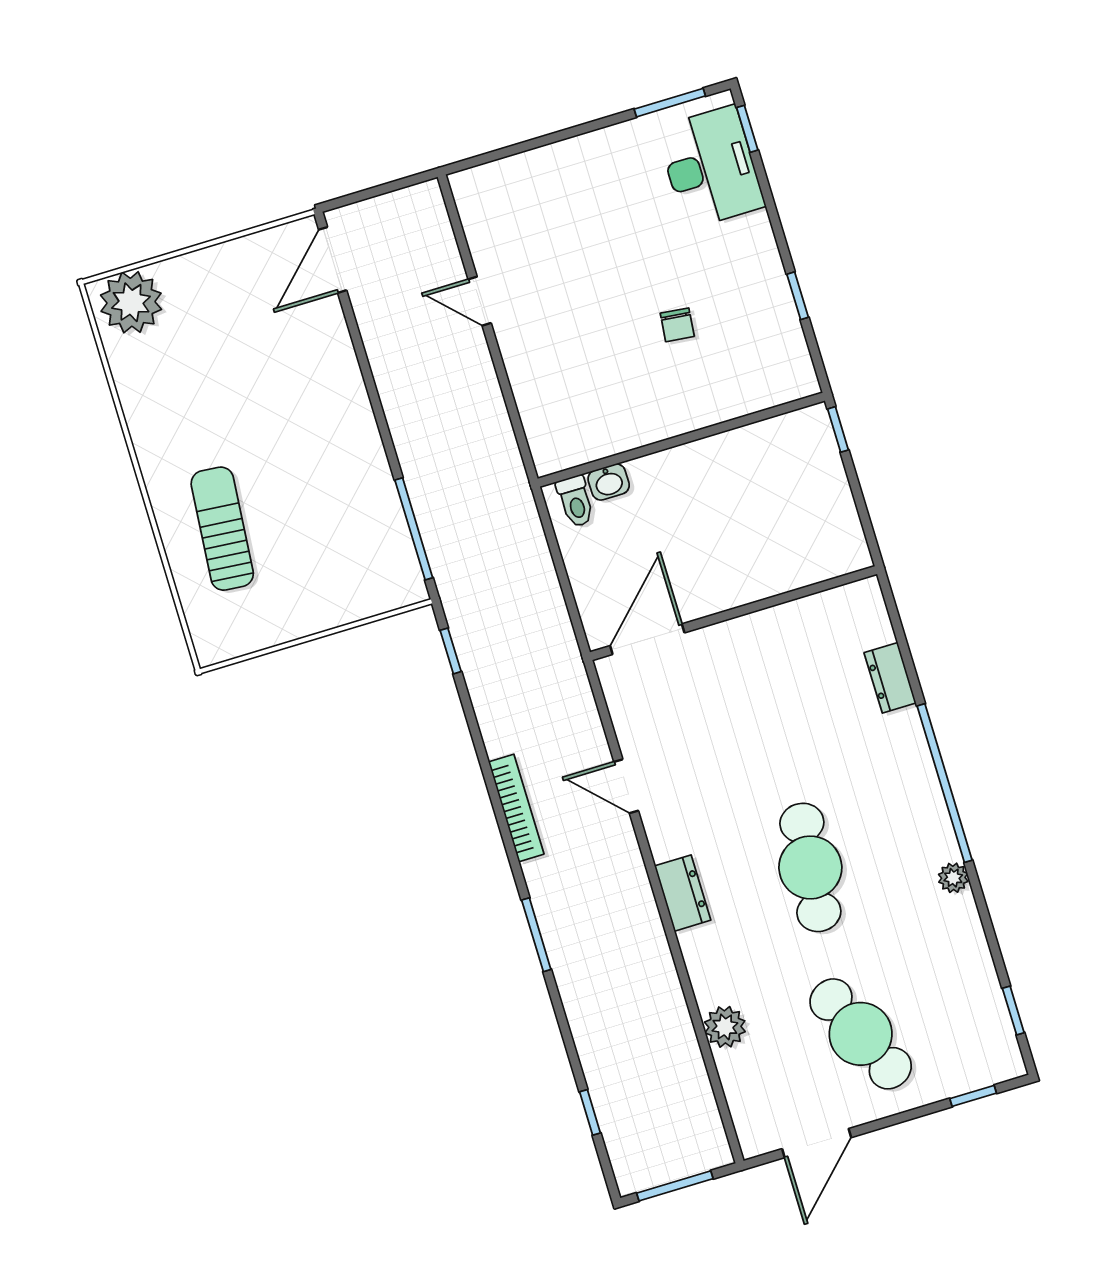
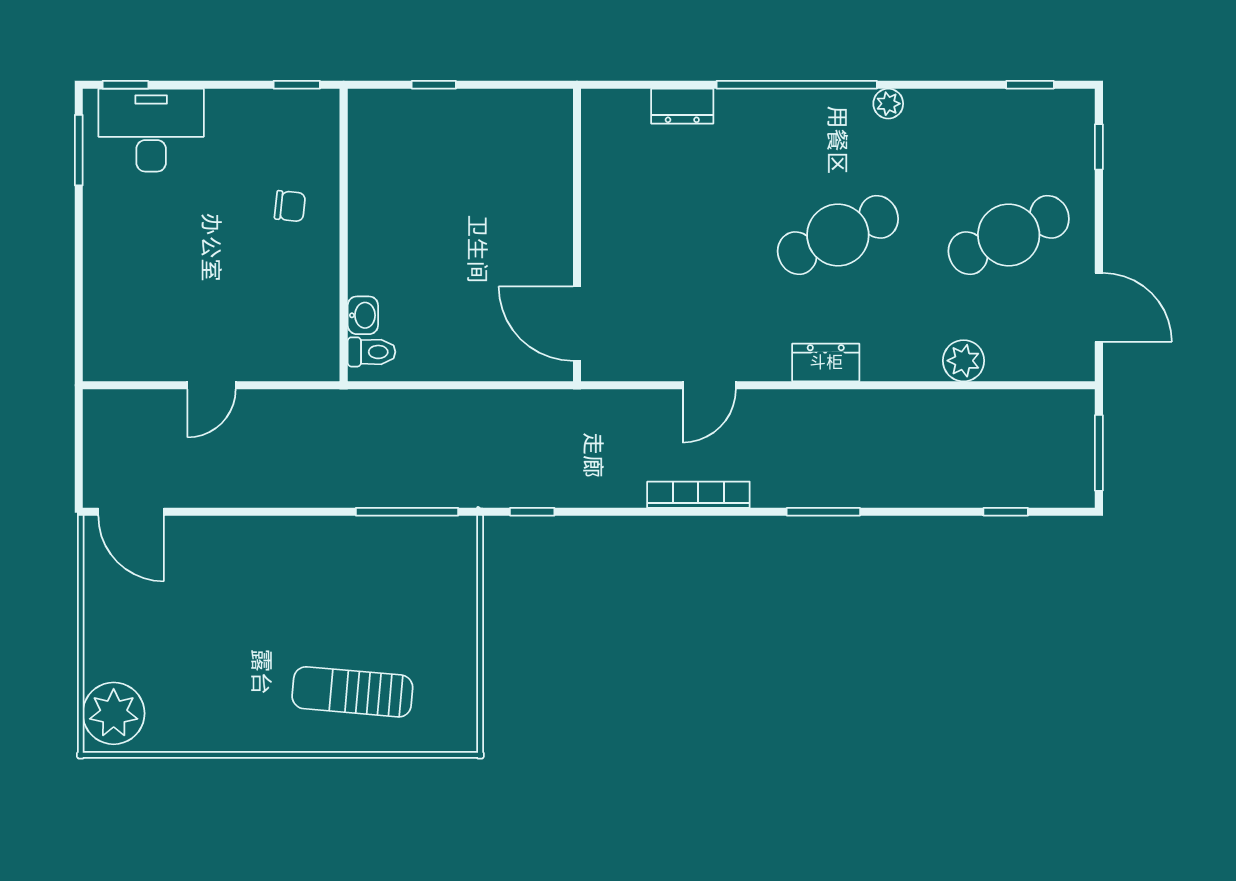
wall: (681, 440) -> (344, 235), moved
washbasin: (609, 482) -> (363, 315), moved
toilet: (575, 501) -> (372, 352), moved
cafe table: (810, 867) -> (838, 235), turned -30

